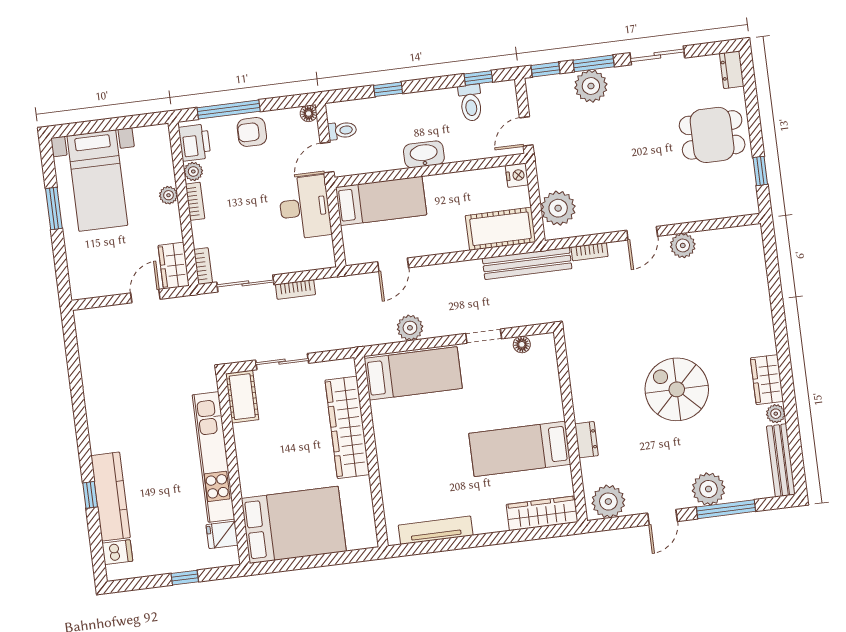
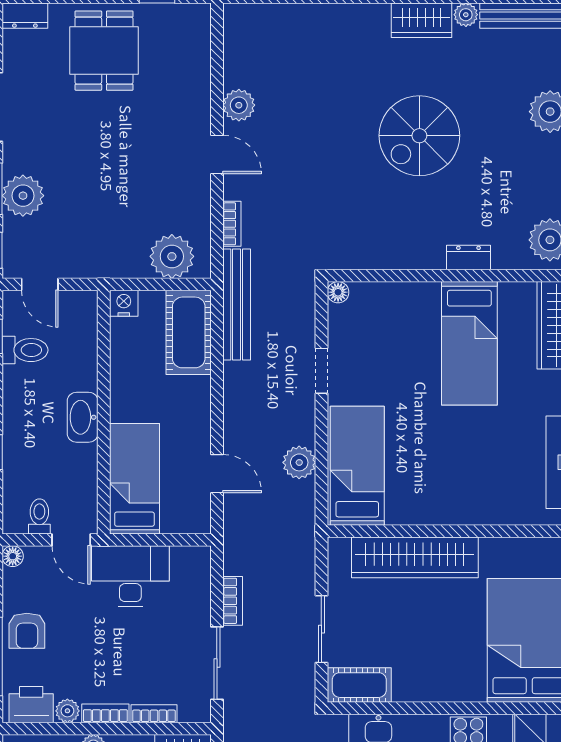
door: (526, 131) -> (40, 284), moved
bookcase: (203, 266) -> (154, 714), moved
floor lamp: (522, 344) -> (338, 292), moved

